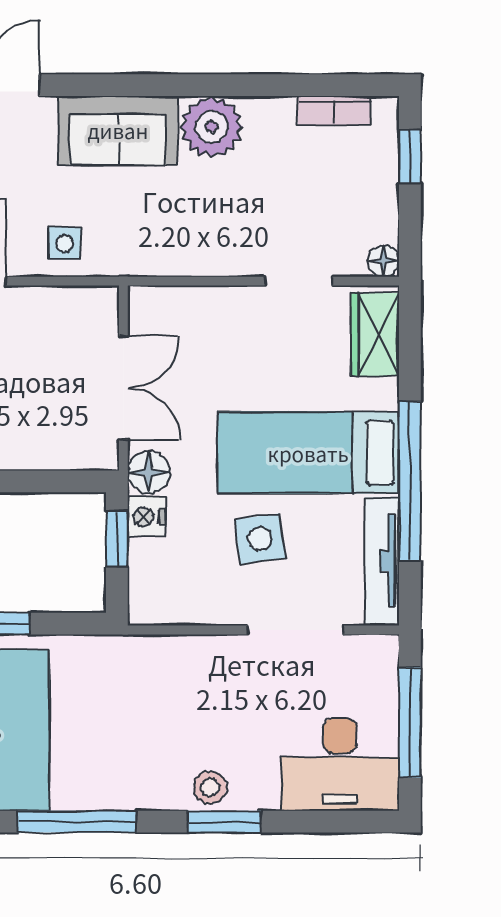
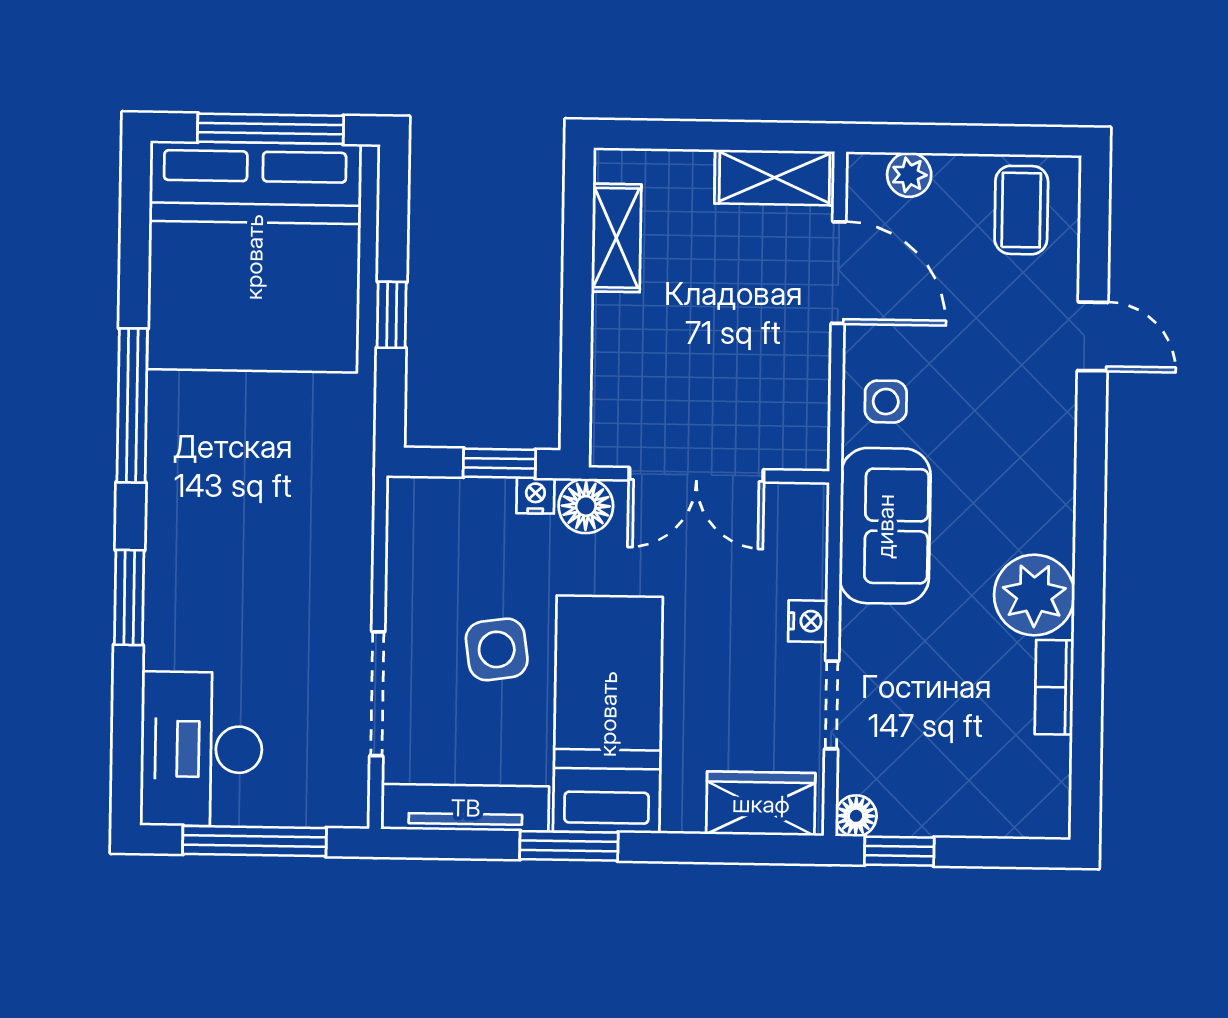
bookcase: (334, 110) -> (1054, 687), moved
sofa: (118, 130) -> (885, 526), moved, turned 180
window: (410, 156) -> (899, 851), moved
nightstand: (234, 300) -> (808, 621), added
window: (410, 481) -> (569, 846), width x0.47
nightstand: (146, 517) -> (535, 496), width x0.72, depth x0.74
stool: (210, 787) -> (174, 579), removed

